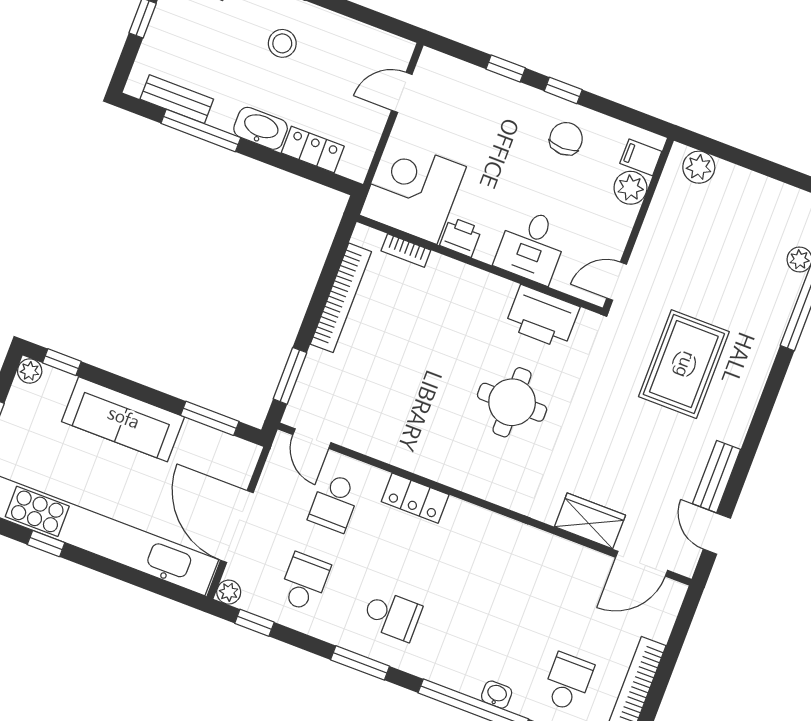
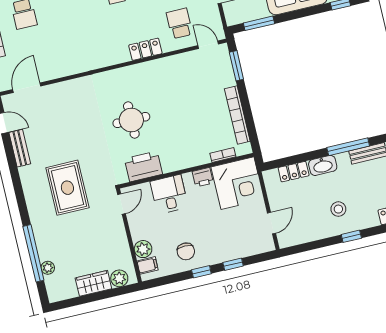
wardrobe: (590, 521) -> (93, 283), moved, turned 180

